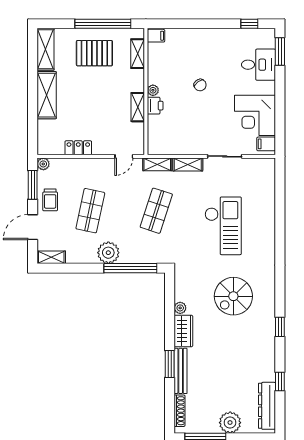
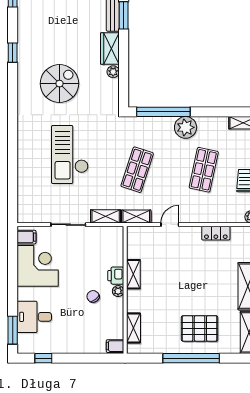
filing cabinet: (156, 36) -> (115, 346), moved
shelving: (138, 54) -> (133, 328), moved
plant: (153, 90) -> (118, 291), moved
wall: (146, 92) -> (125, 290), moved
printer: (155, 106) -> (116, 276), moved
shelving: (138, 107) -> (133, 274), moved

